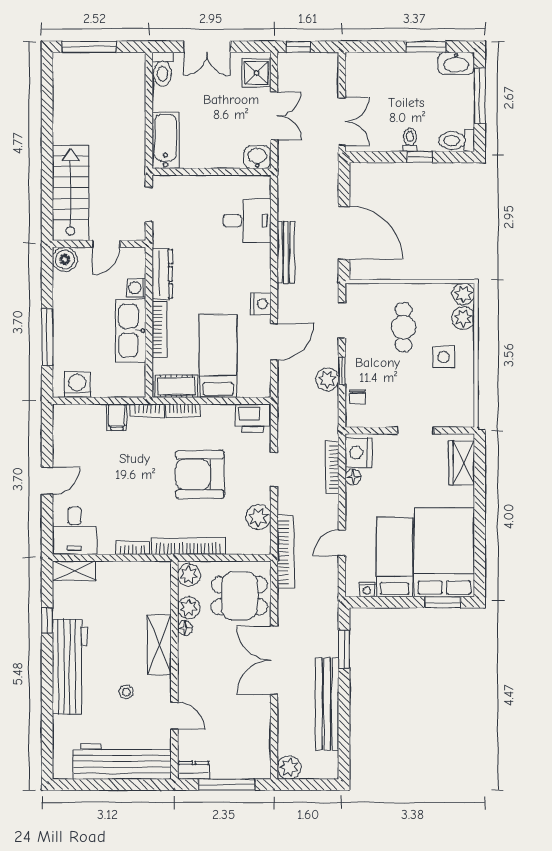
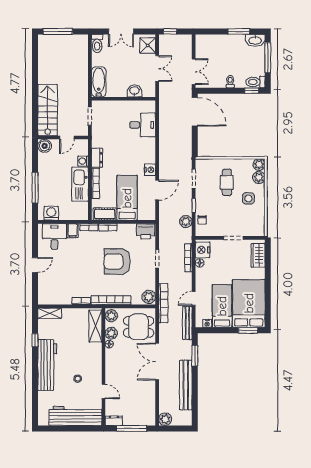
washbasin: (257, 157) -> (134, 91), moved
window: (420, 157) -> (252, 91), moved
door: (344, 233) -> (195, 112), moved
bench: (286, 252) -> (187, 323), moved
dresser: (162, 274) -> (97, 158), width x0.70
plant: (327, 380) -> (186, 222), moved
plant: (258, 517) -> (149, 297), moved
desk: (75, 531) -> (54, 236), moved, turned 180
shelving: (159, 645) -> (95, 326), moved

